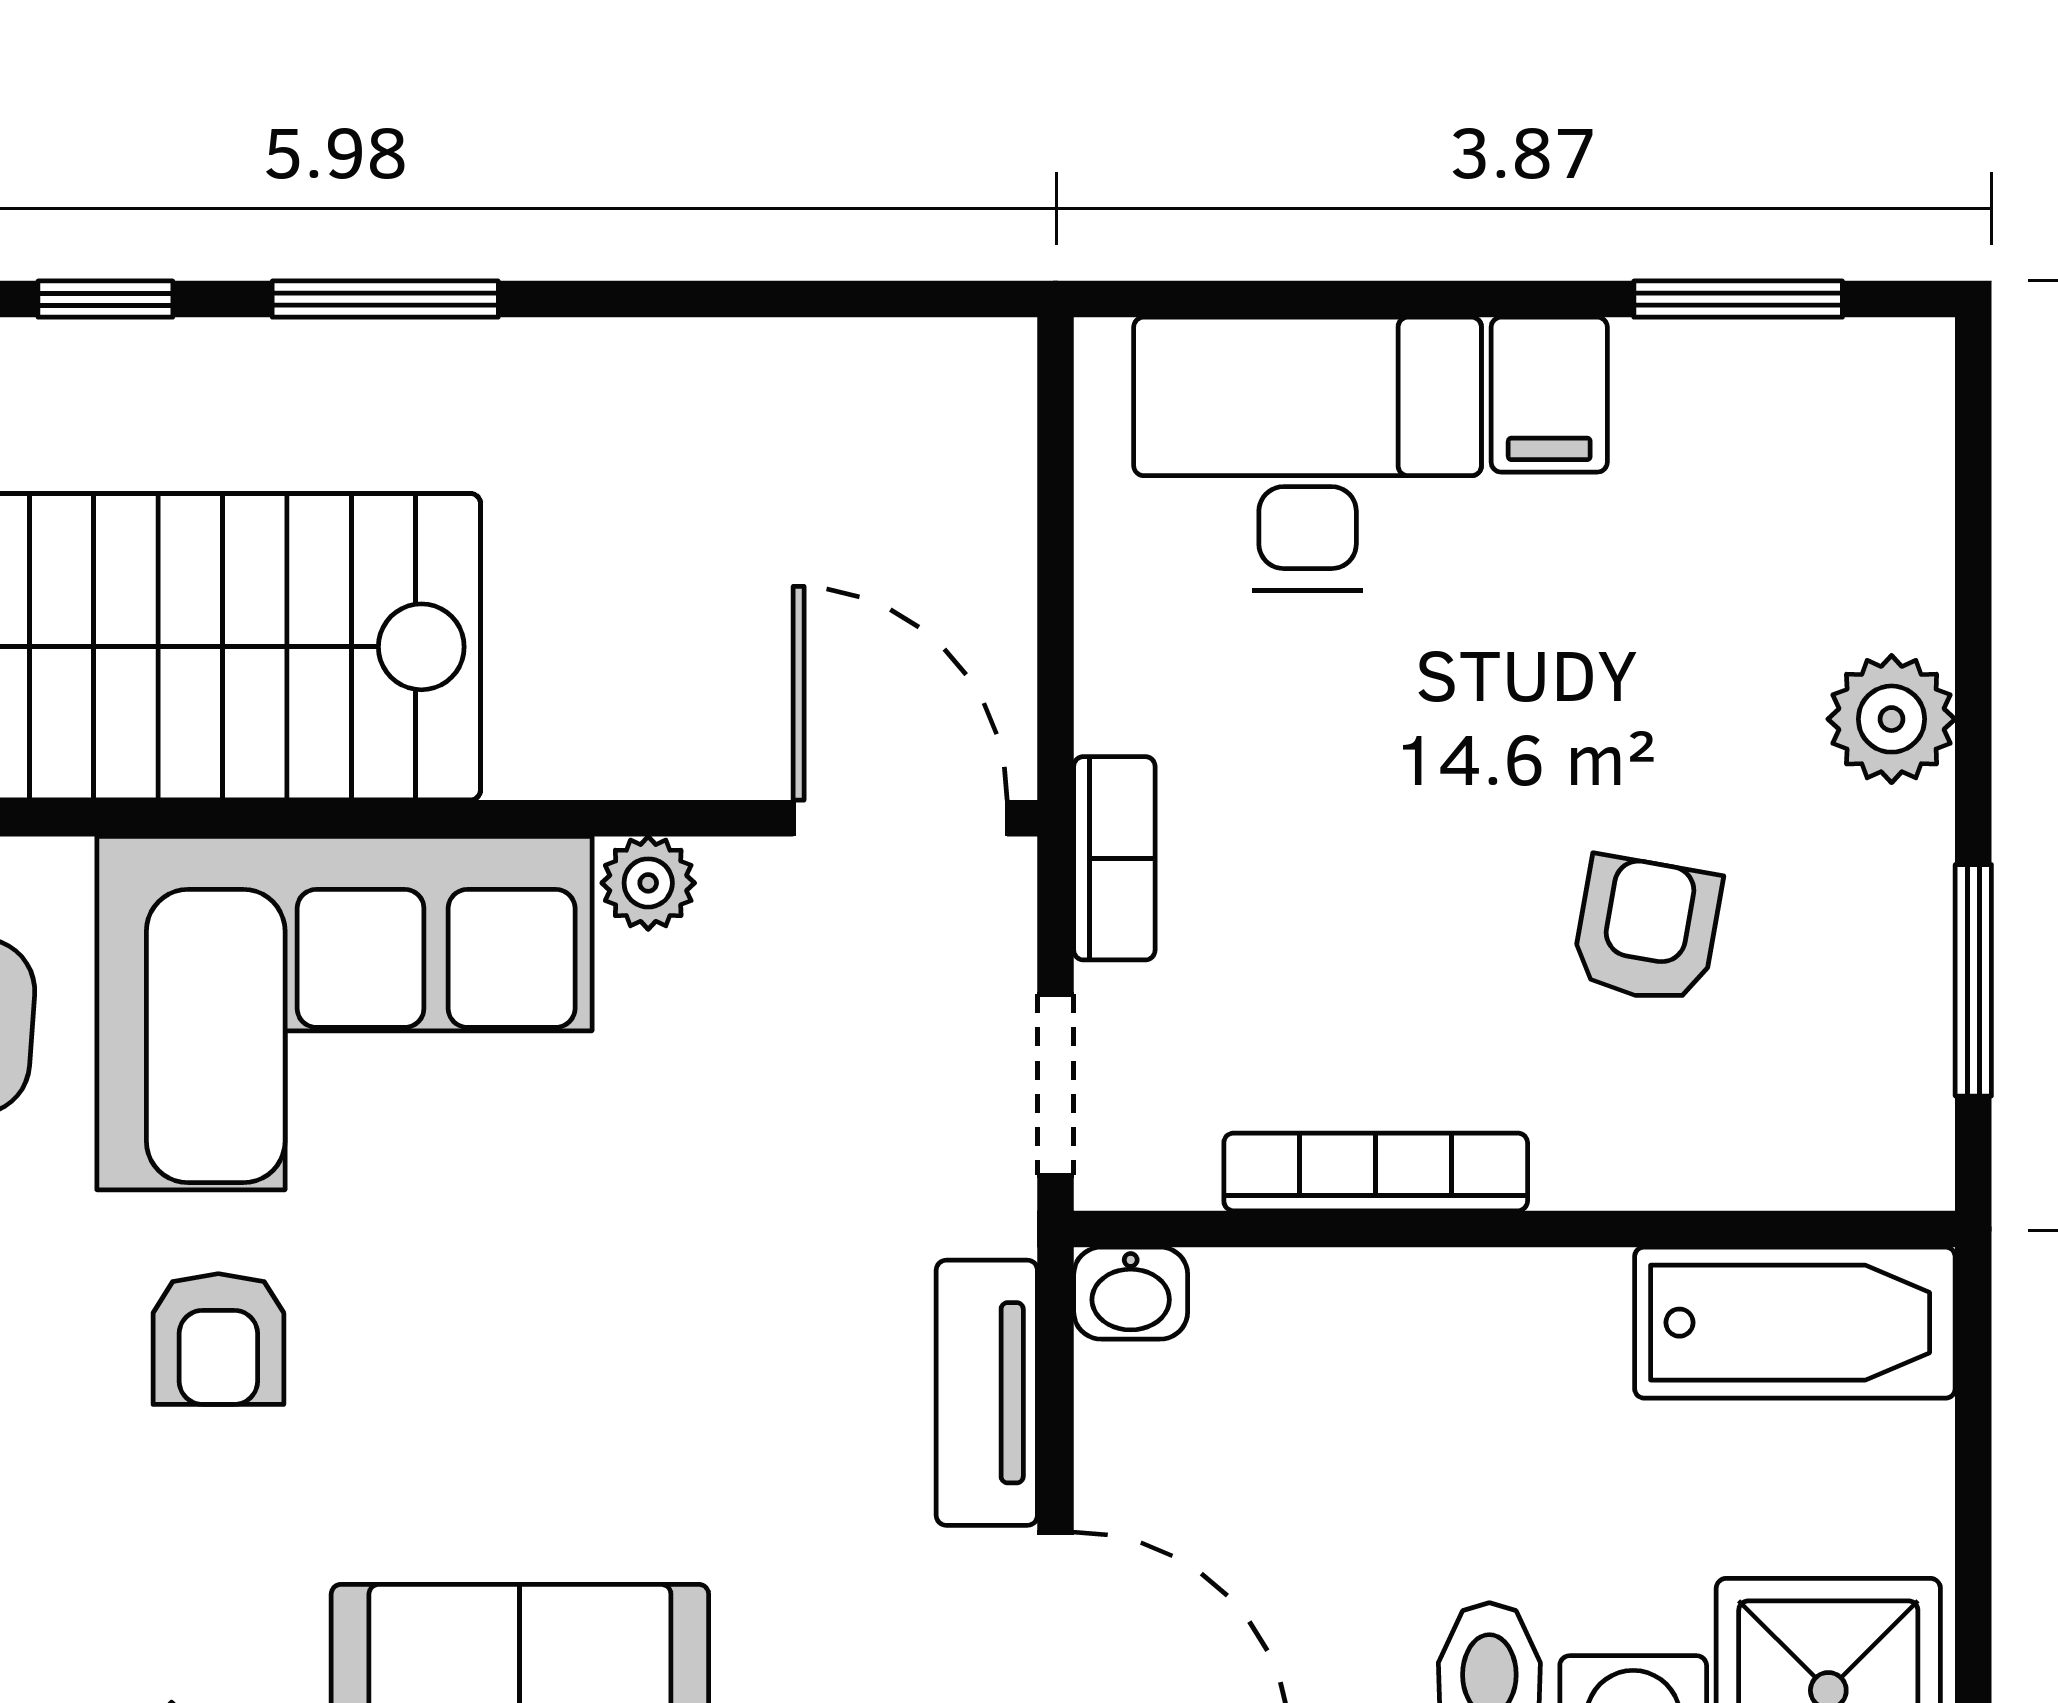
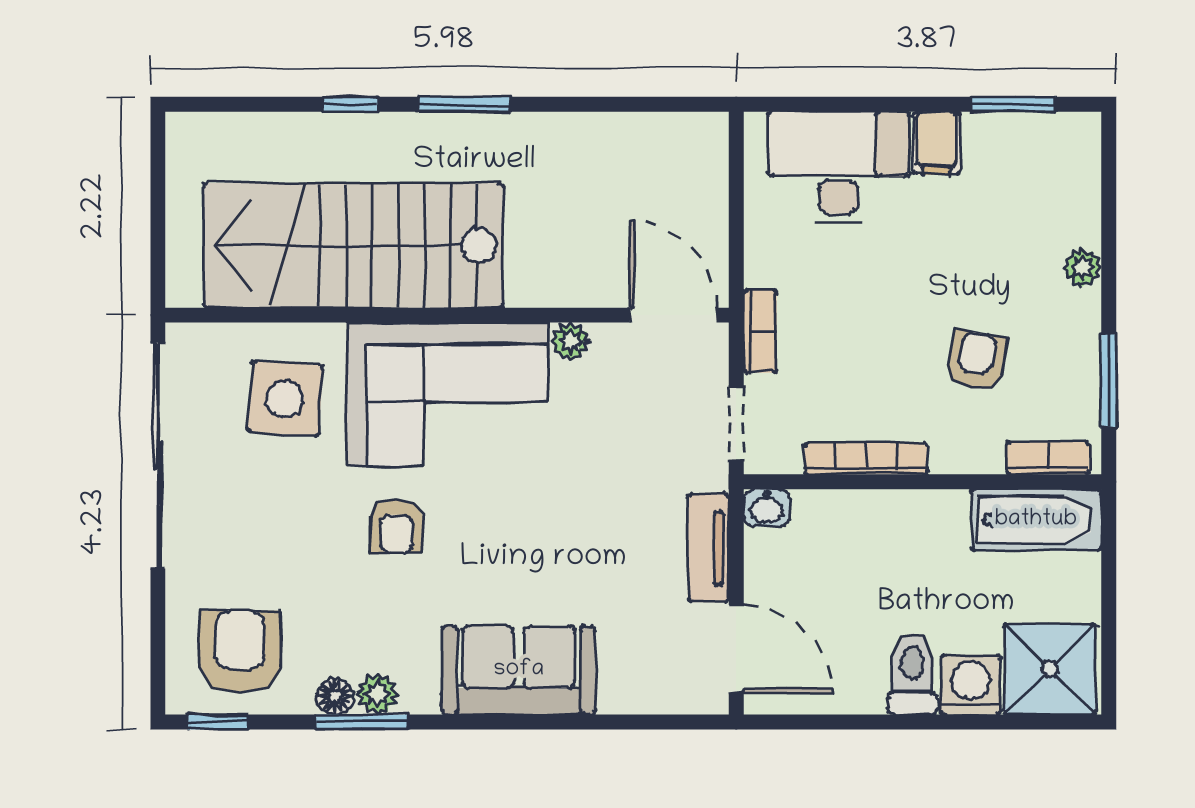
plant: (1892, 719) -> (1083, 268), width x0.73, depth x0.73
bookcase: (1824, 1170) -> (1048, 458), added

